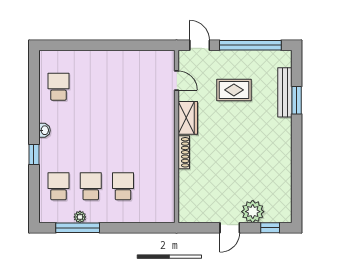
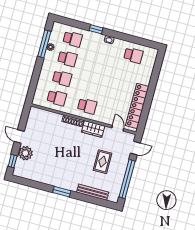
locker: (134, 60) -> (137, 106), added
door: (177, 81) -> (118, 128), swing flipped
window: (297, 100) -> (62, 192), moved
school desk: (155, 136) -> (87, 106), added
school desk: (155, 186) -> (57, 98), added

